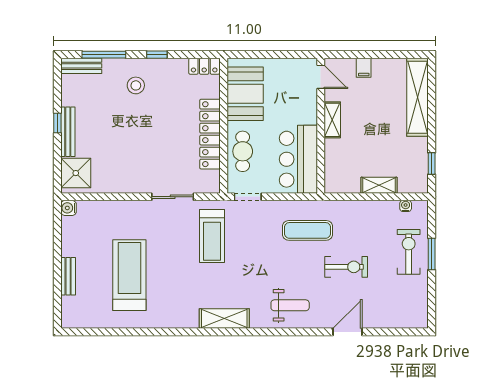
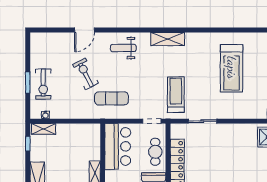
shelving: (379, 185) -> (44, 129), moved
exercise bike: (346, 267) -> (85, 74), turned 63

